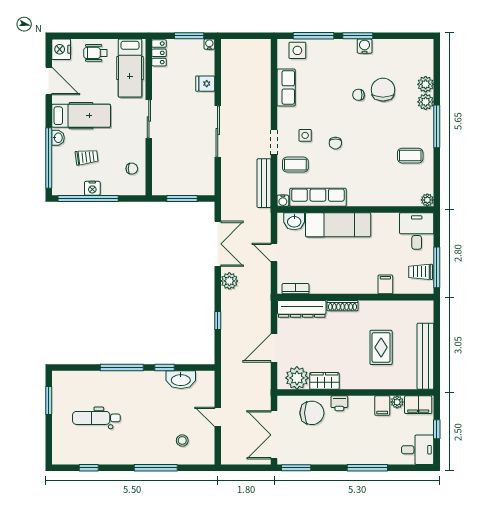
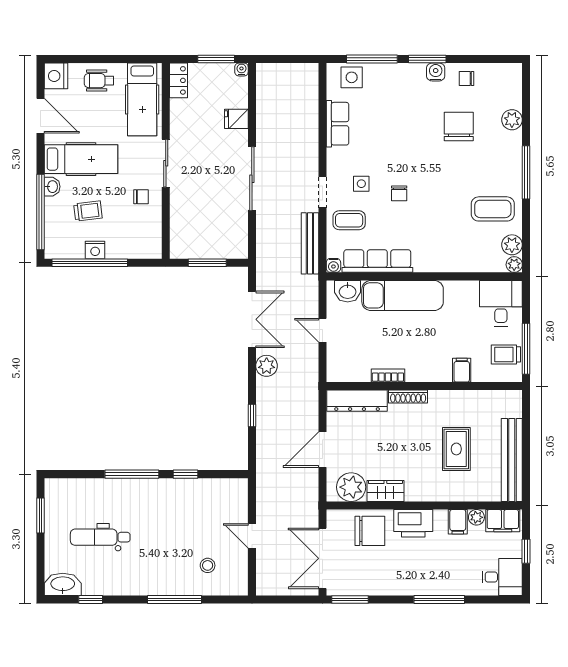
chair: (358, 95) -> (467, 78), moved
plant: (426, 102) -> (512, 245), moved
coffee table: (410, 156) -> (493, 209), width x1.36, depth x1.30
chair: (132, 169) -> (141, 197), moved
bookcase: (296, 289) -> (388, 375), moved
washbasin: (181, 380) -> (63, 584), moved, turned 180
printer: (339, 403) -> (413, 523), width x1.87, depth x1.48

